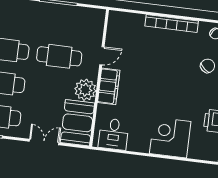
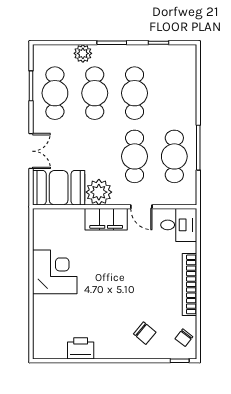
cafe table: (63, 23) -> (174, 156), added
desk: (114, 134) -> (179, 225), moved, turned 180
corner desk: (170, 137) -> (55, 272), moved

